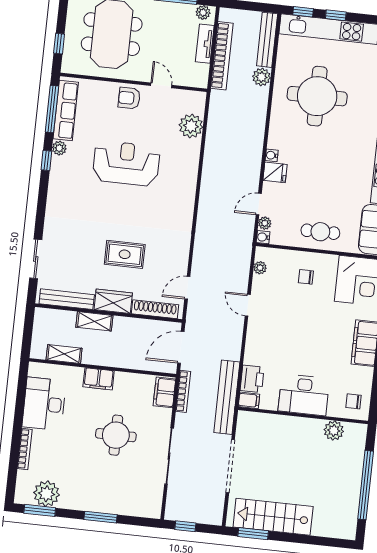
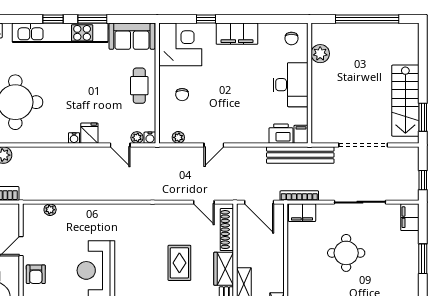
plant: (191, 126) -> (50, 210), width x0.53, depth x0.53
filing cabinet: (99, 379) -> (410, 217), moved, turned 180

